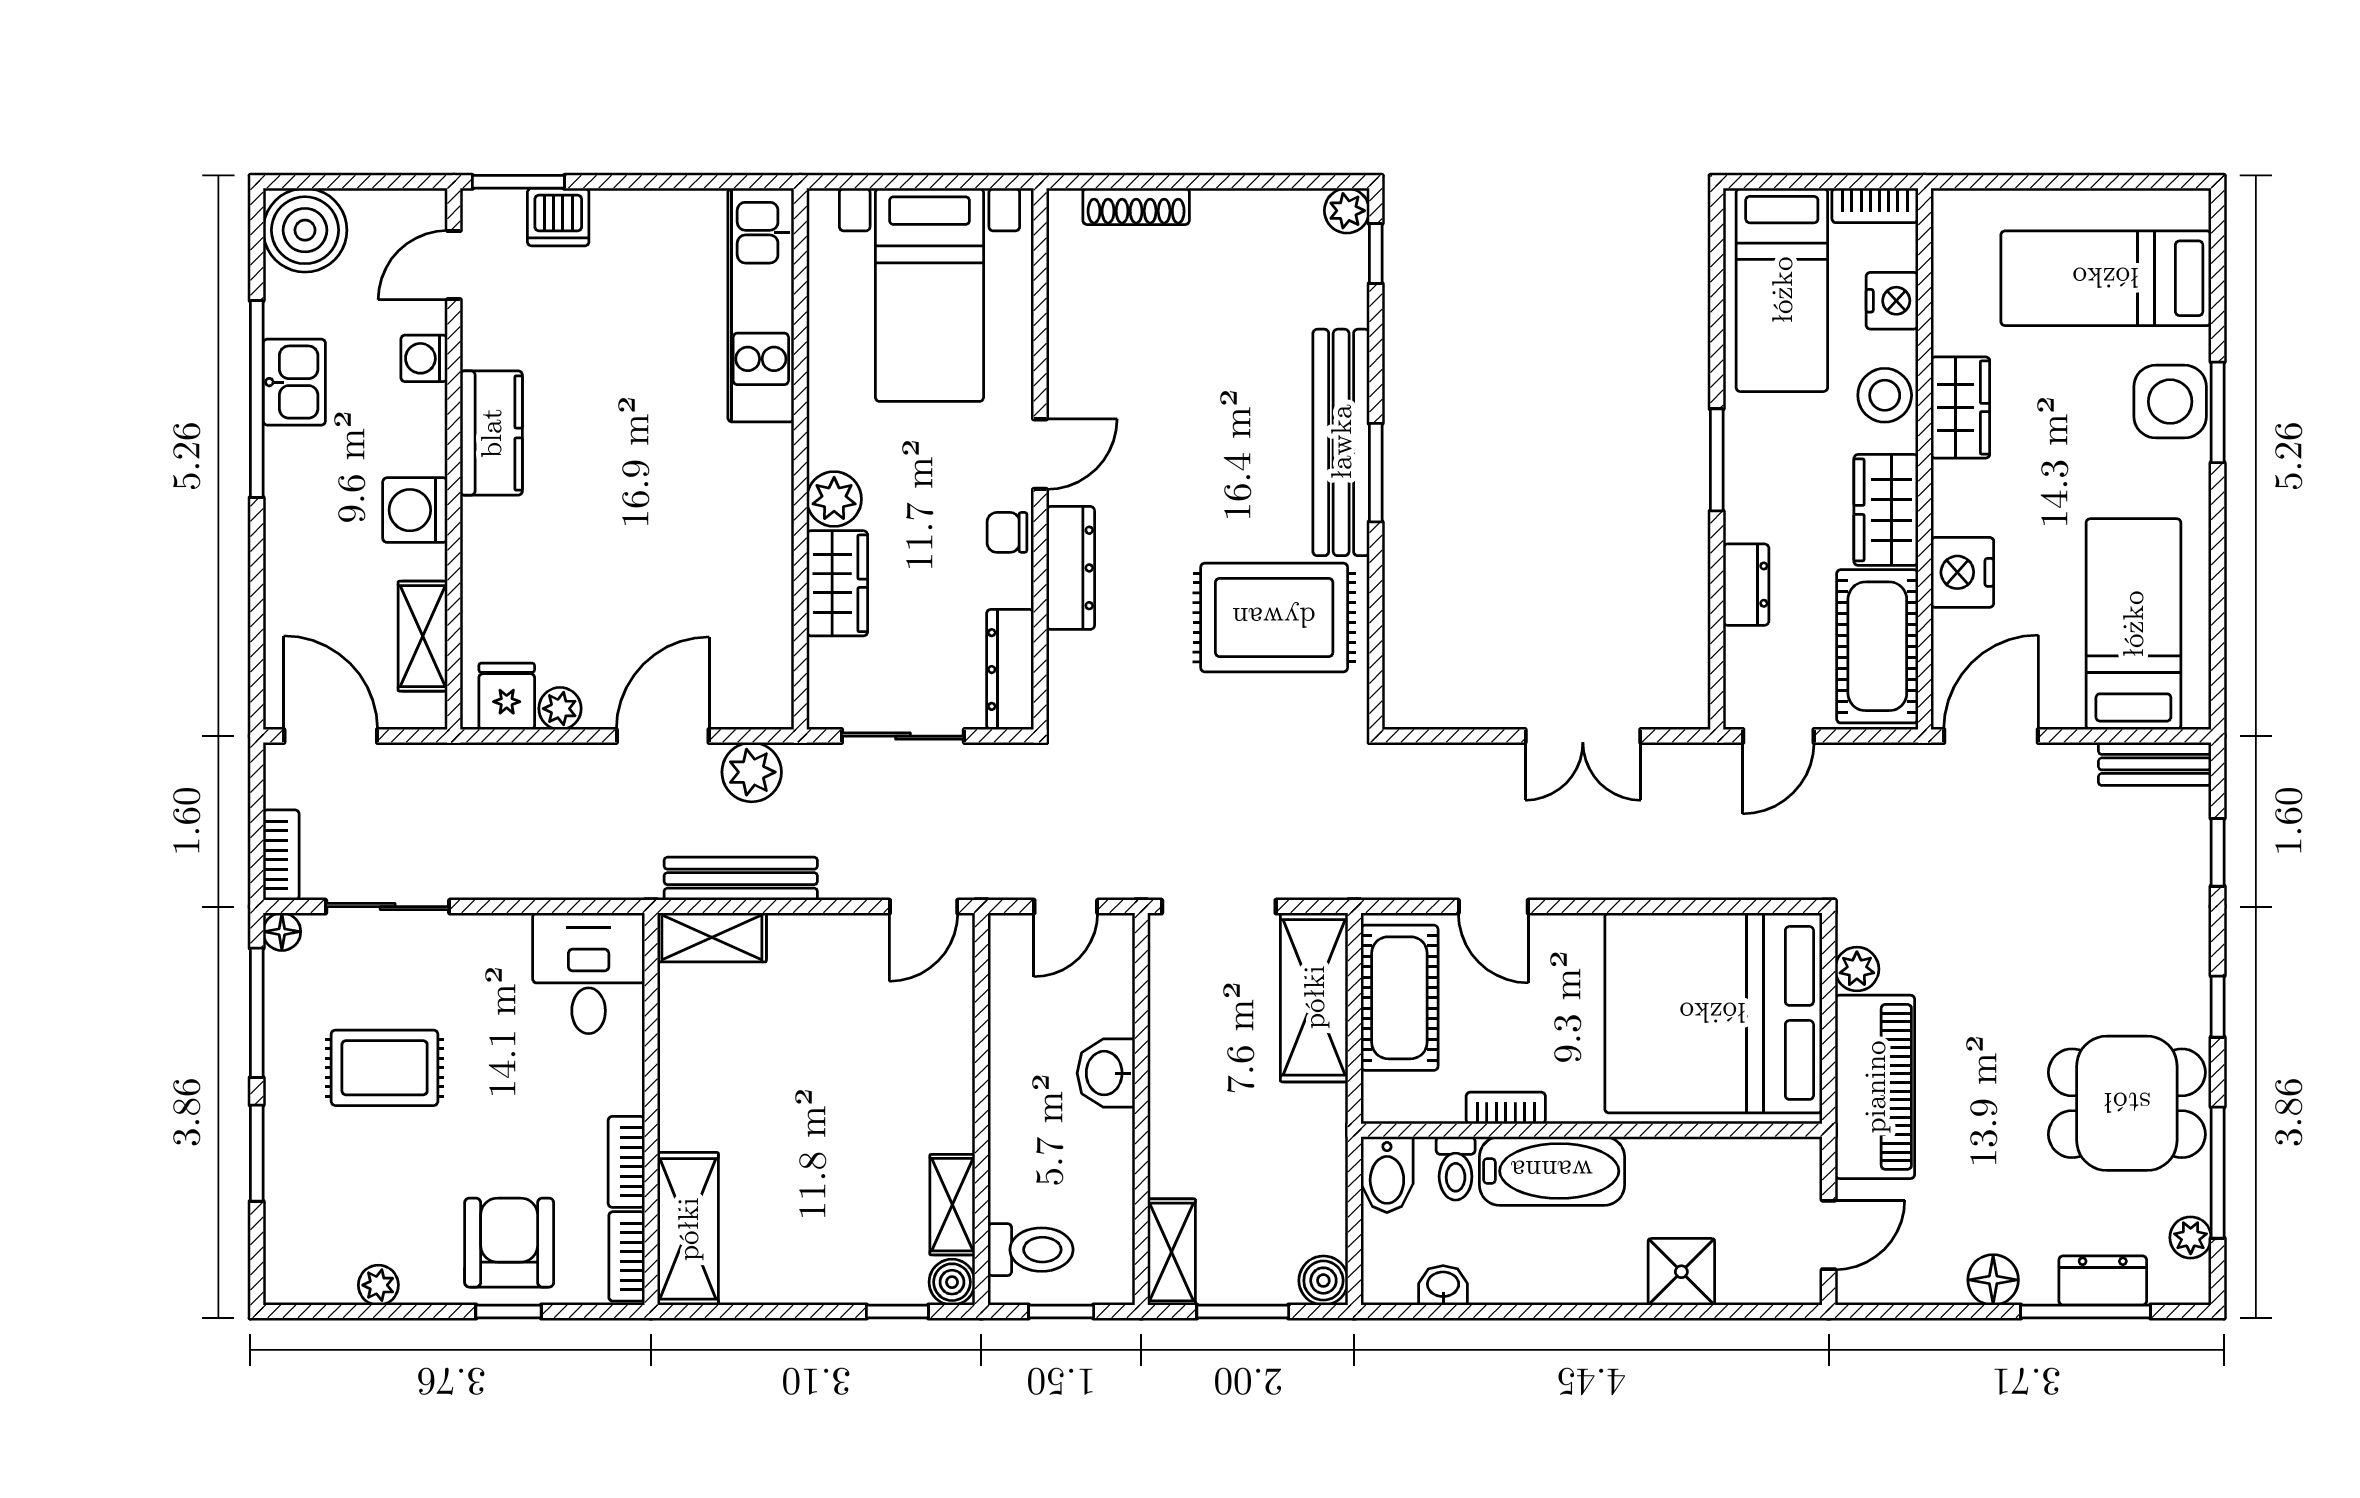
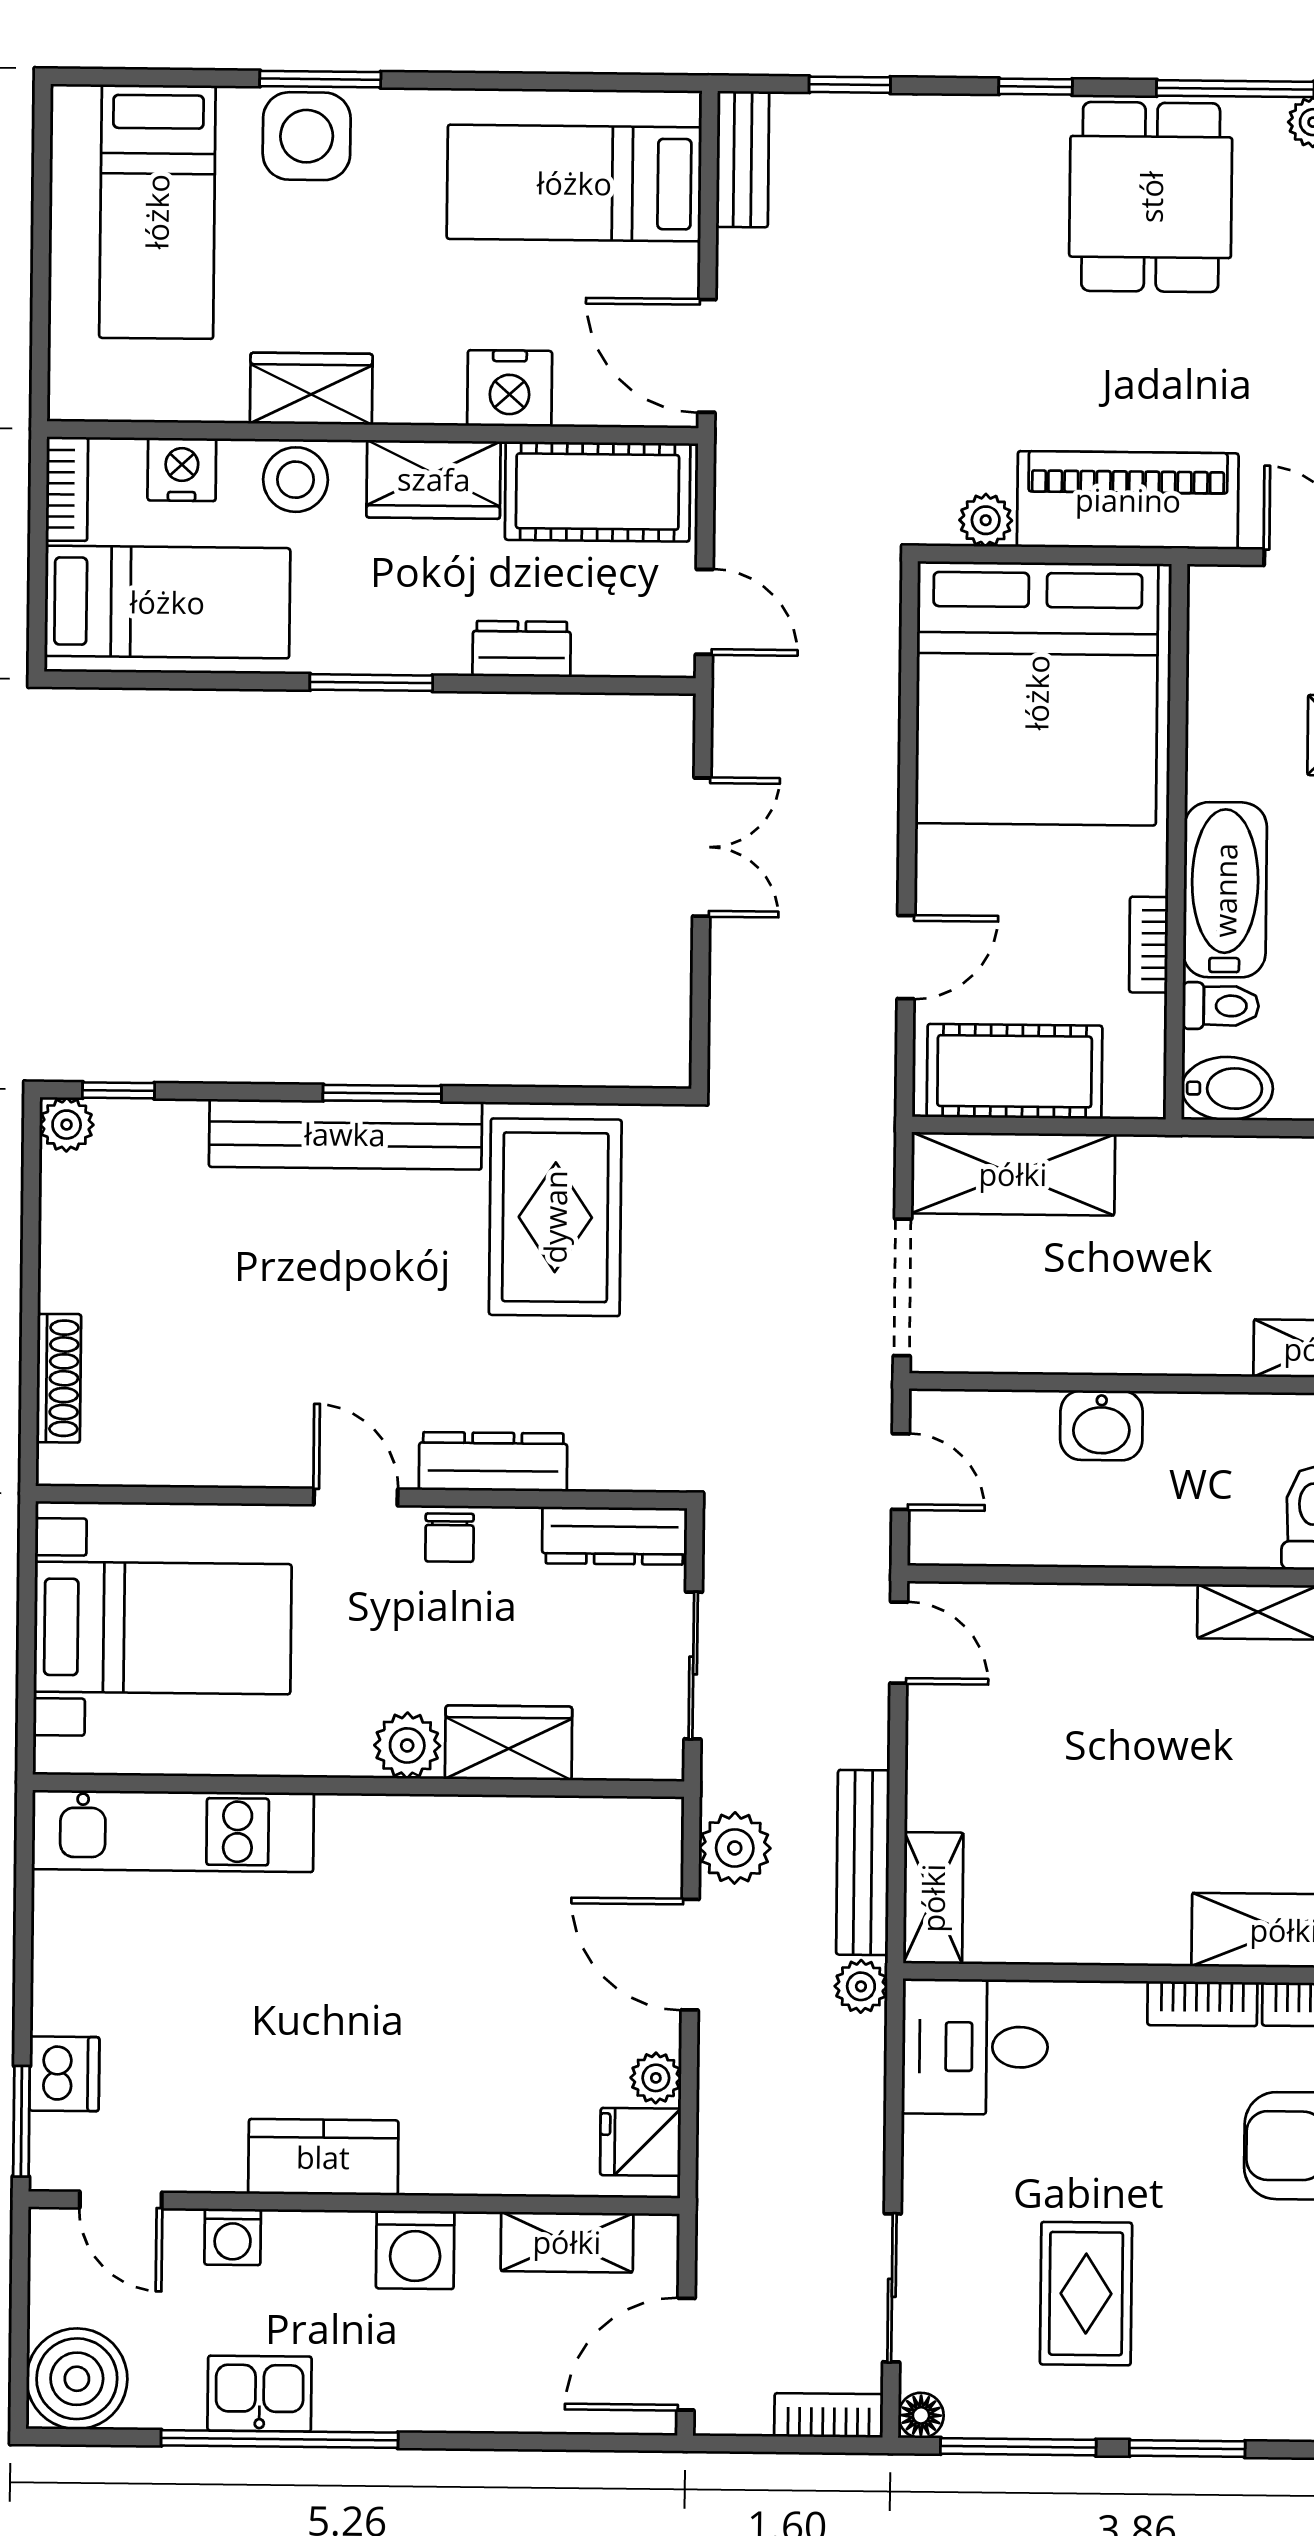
plant: (638, 878) -> (861, 1986), added

